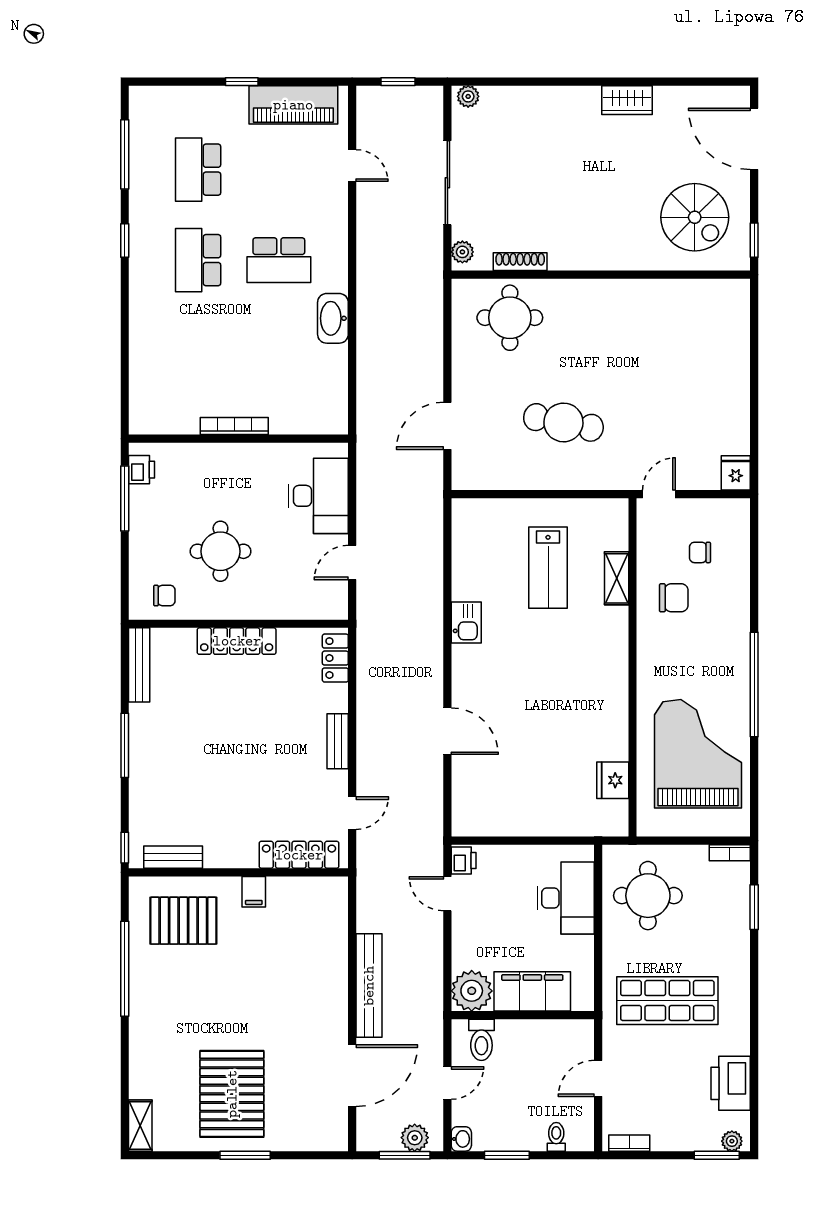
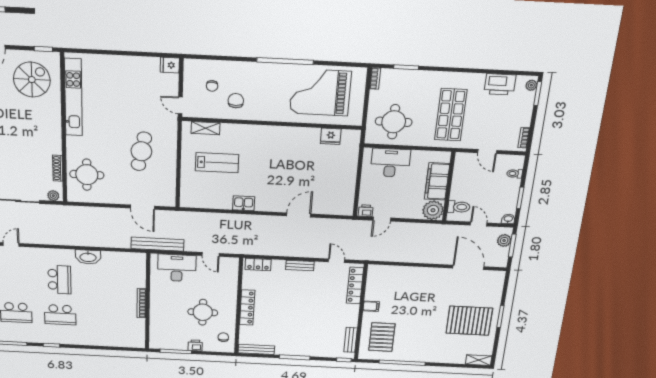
kitchen unit: (664, 294) -> (73, 97), added
printer: (142, 470) -> (195, 345), moved
shelving: (617, 578) -> (205, 128), moved
bench: (369, 986) -> (157, 244), moved

